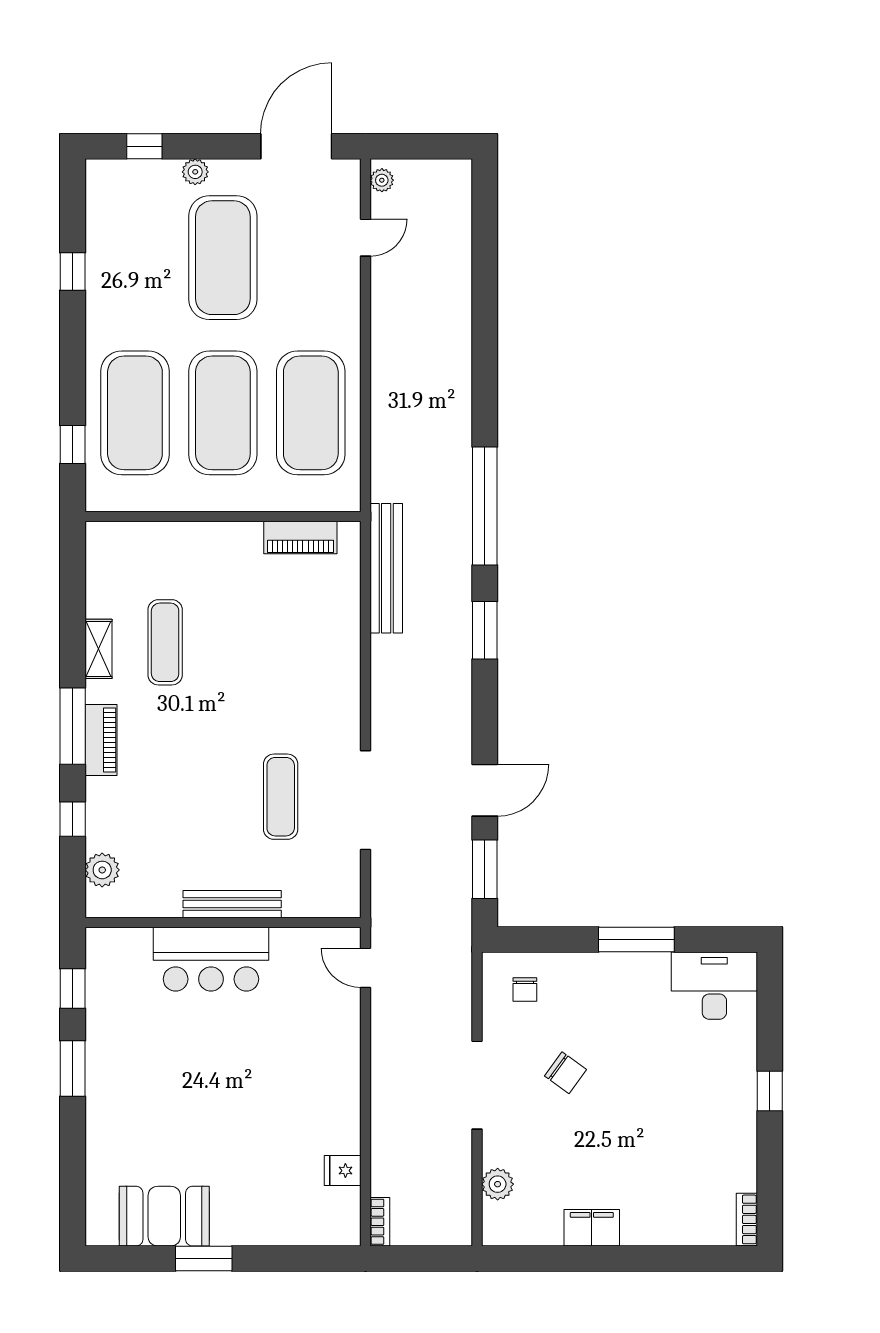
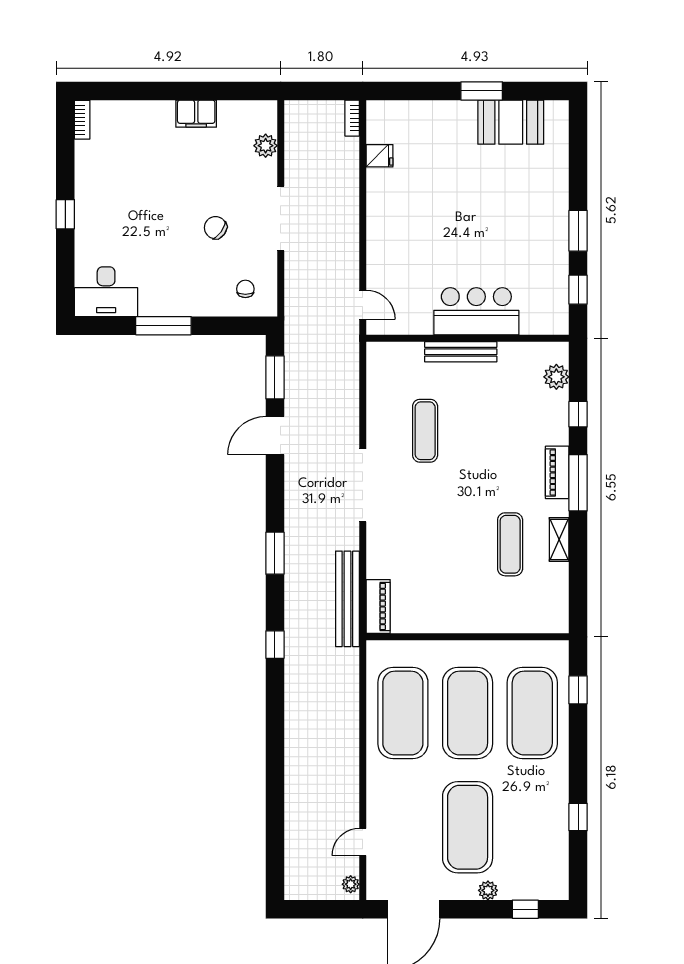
window: (485, 506) -> (275, 645), width x0.32
piano: (300, 538) -> (378, 607), moved, turned 90
doorway: (365, 800) -> (363, 485), moved

